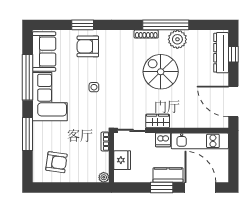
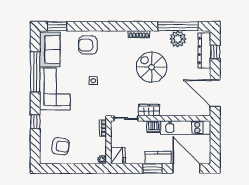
window: (83, 25) -> (57, 26), moved
window: (166, 25) -> (178, 26), moved
plant: (177, 39) -> (178, 39), moved
window: (28, 134) -> (35, 122), width x0.46
fridge: (122, 160) -> (118, 156), moved

